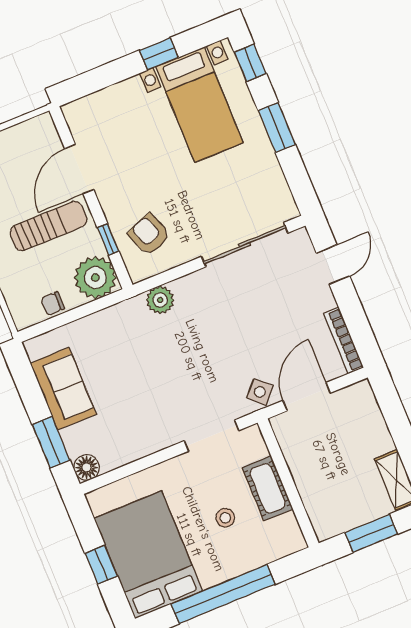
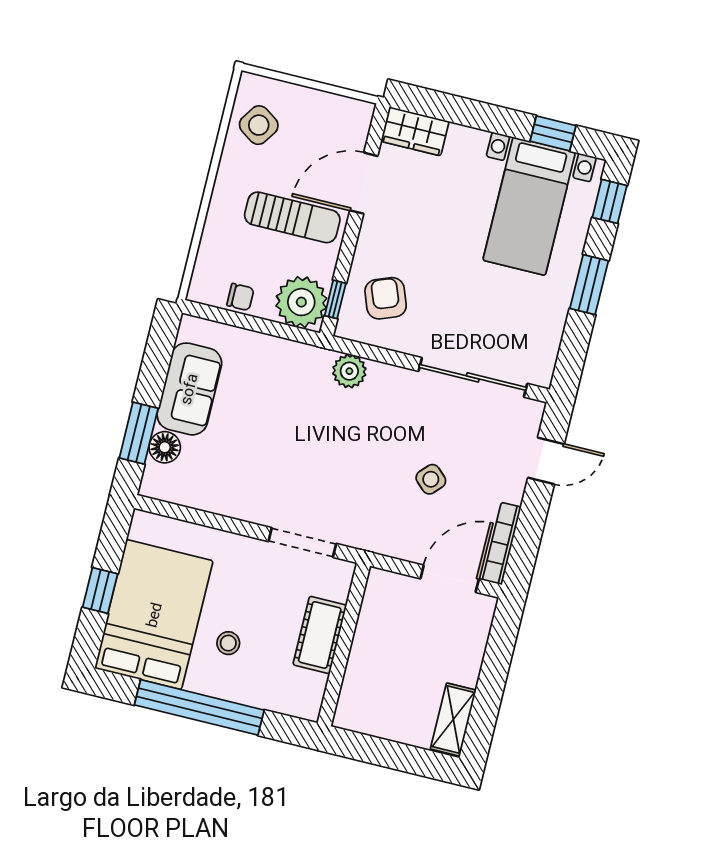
window: (159, 54) -> (553, 133), moved
wardrobe: (88, 110) -> (415, 131), added
window: (108, 240) -> (335, 299), moved
chair: (53, 304) -> (240, 297), turned 180
side table: (260, 392) -> (431, 479), moved
door: (307, 397) -> (450, 579), moved
floor lamp: (87, 467) -> (165, 447), moved
stool: (225, 518) -> (228, 643), moved
window: (371, 533) -> (390, 754), removed

